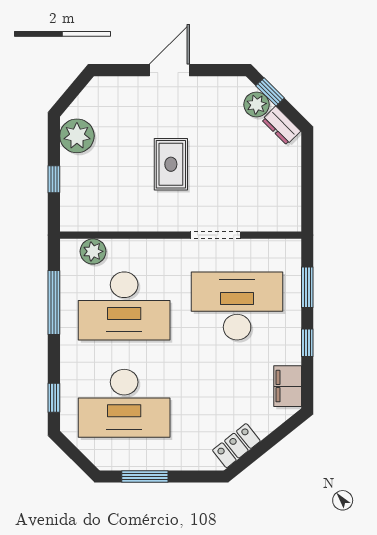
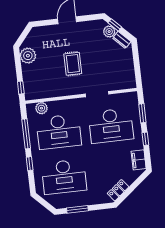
window: (54, 179) -> (21, 88), moved
desk: (237, 306) -> (111, 126), turned 180
window: (54, 398) -> (30, 164), moved

